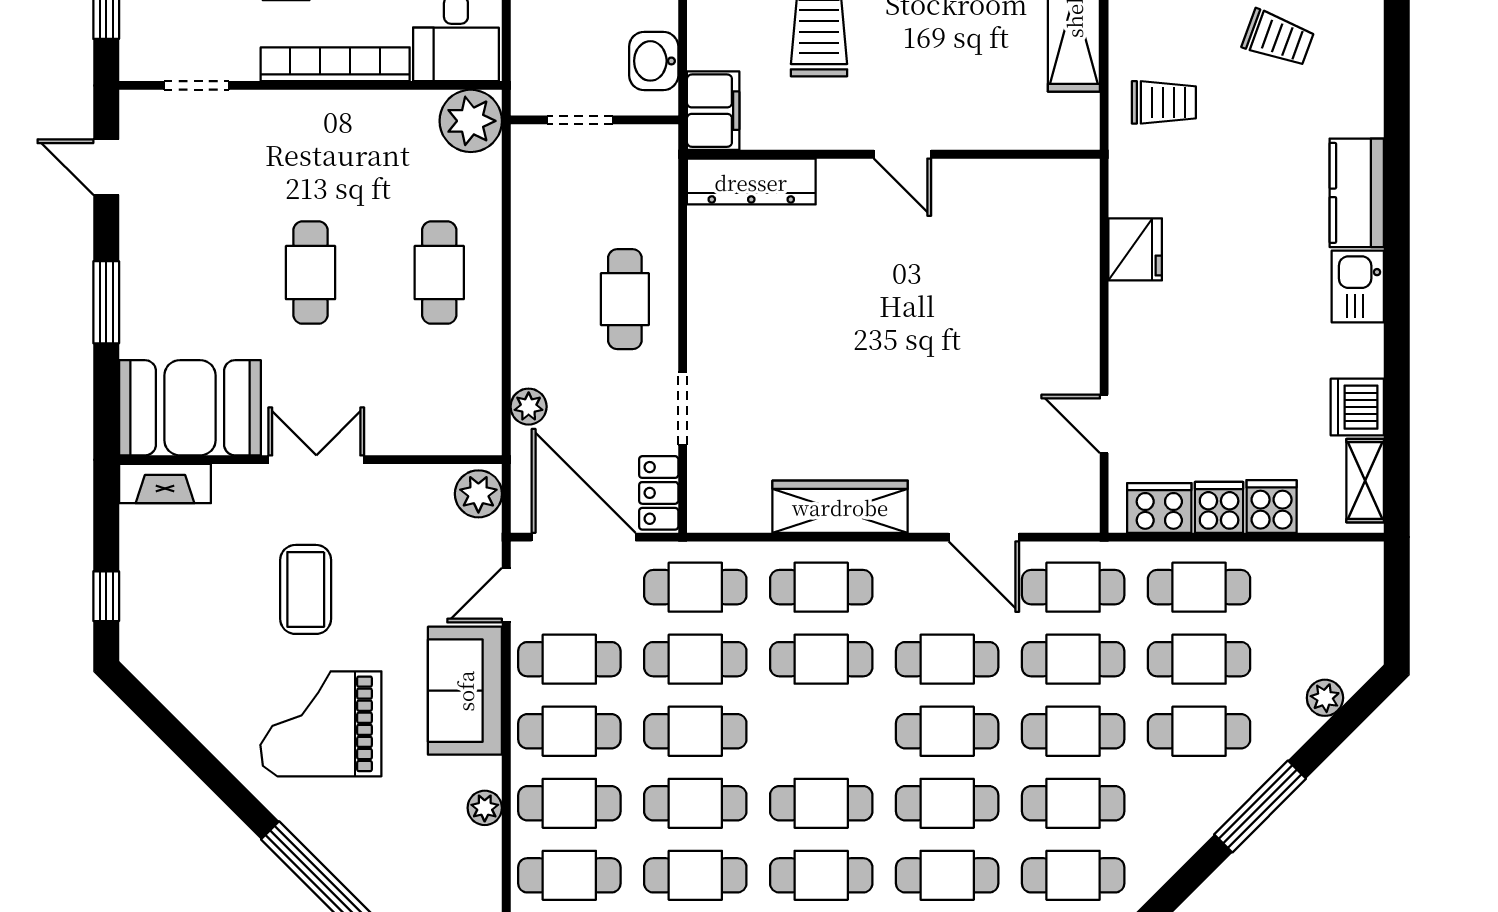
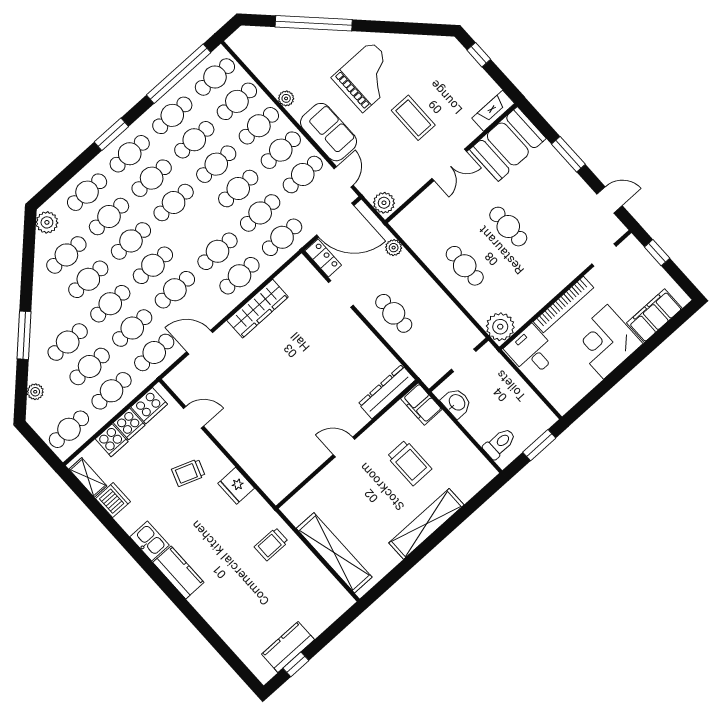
trolley: (1278, 38) -> (188, 473), moved
cafe table: (1325, 587) -> (69, 429), added

